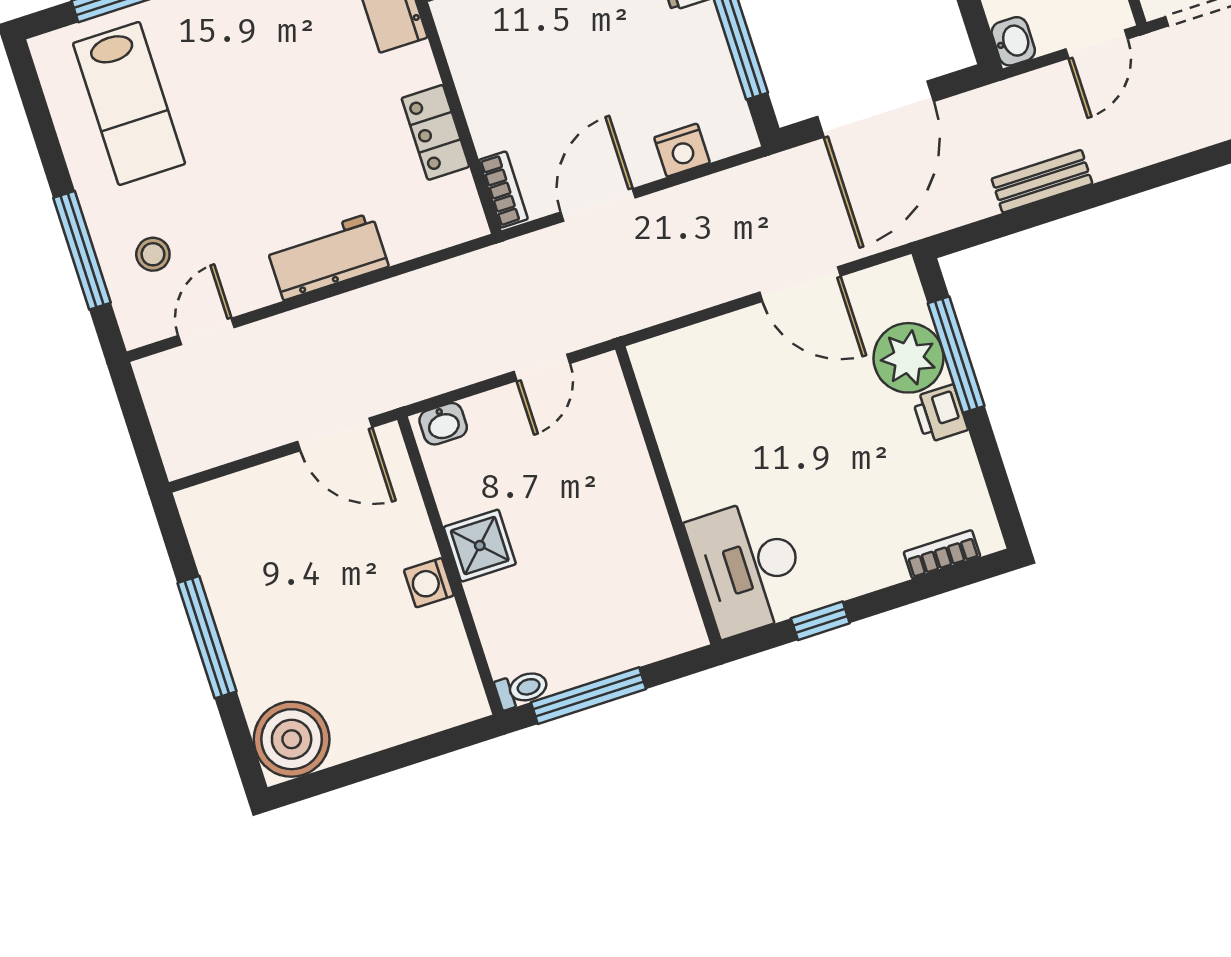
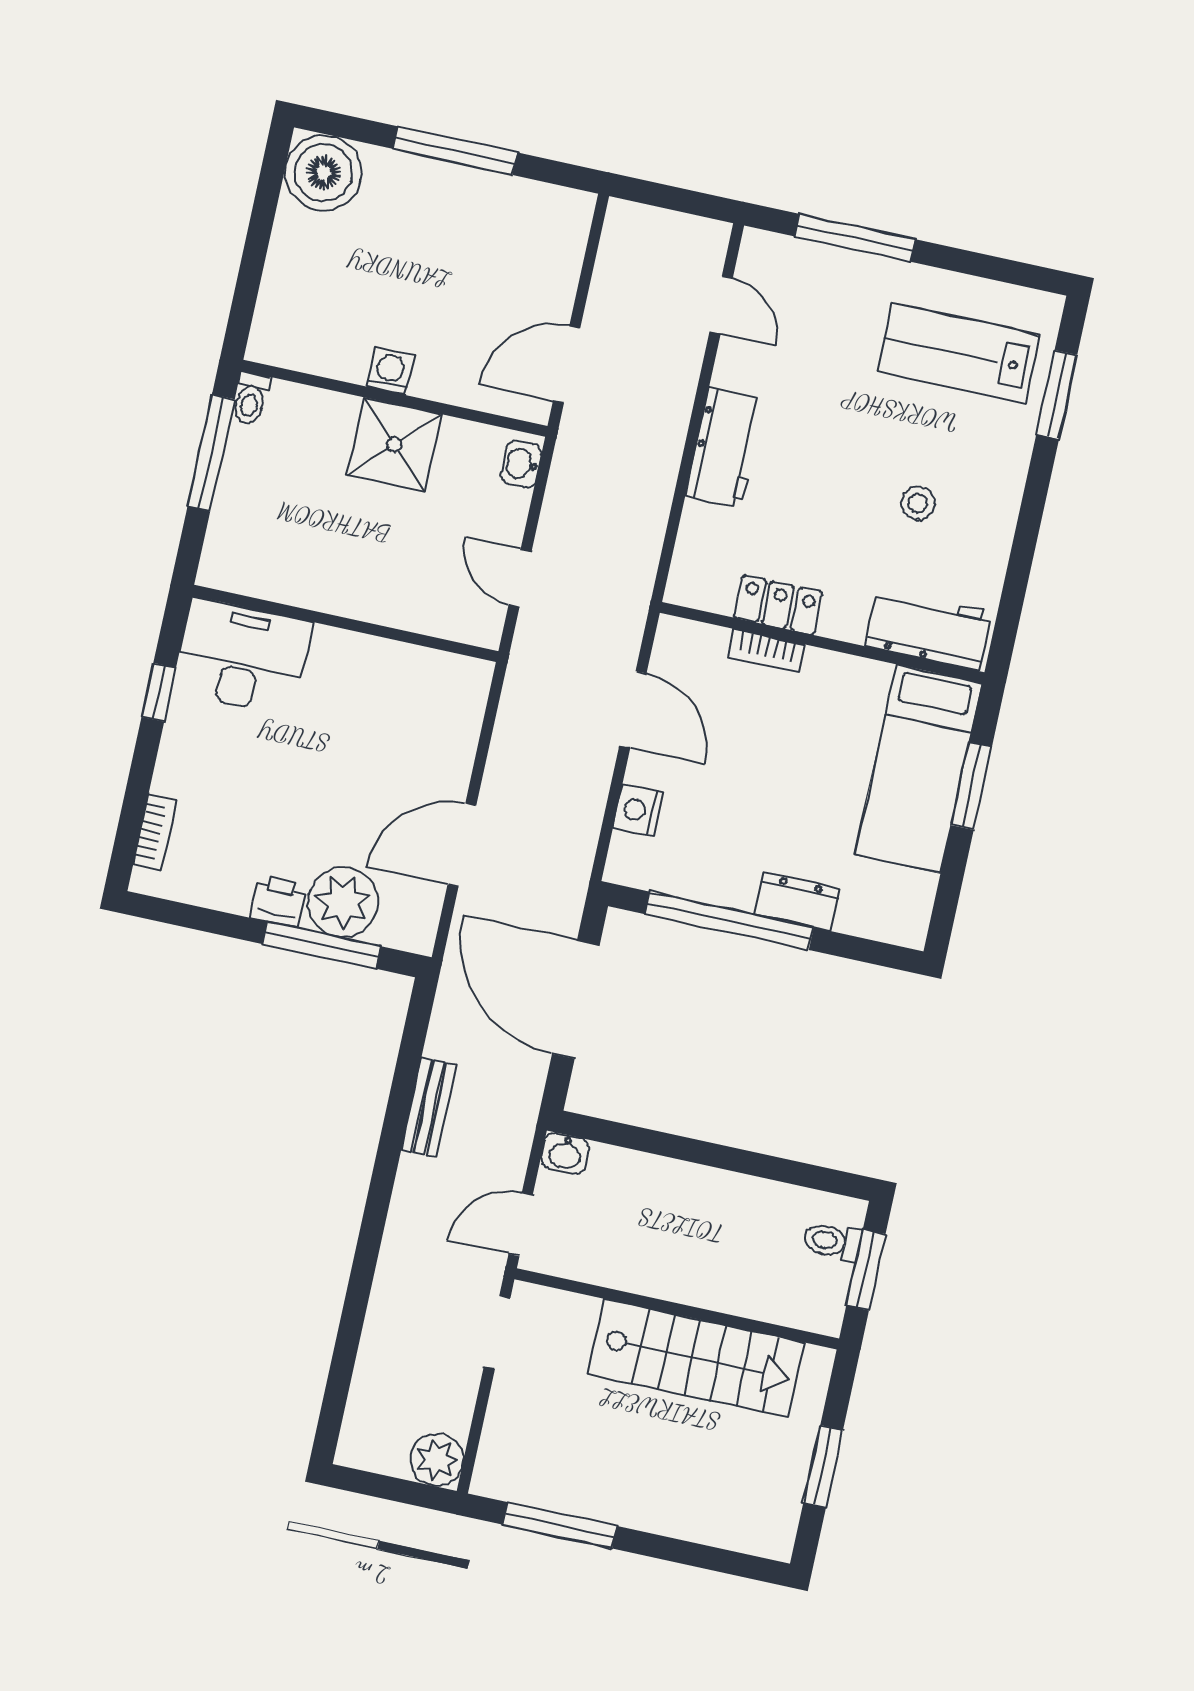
door: (1097, 44) -> (521, 1224), hinge flipped
bookcase: (503, 189) -> (767, 651), moved
stool: (153, 254) -> (918, 503), moved
shower: (480, 546) -> (394, 445), width x1.36, depth x1.36

